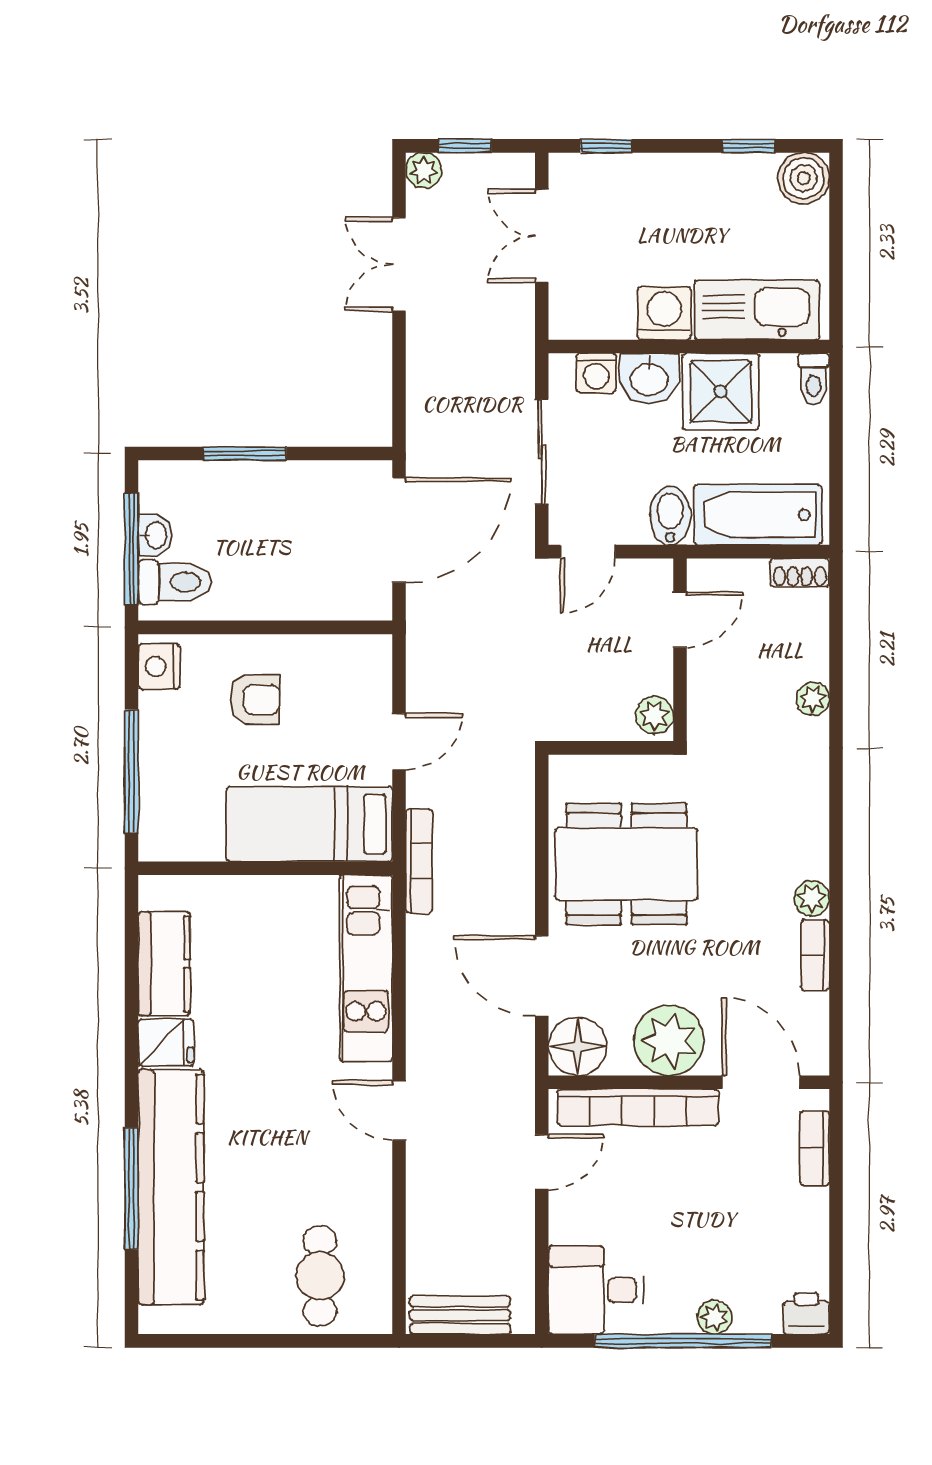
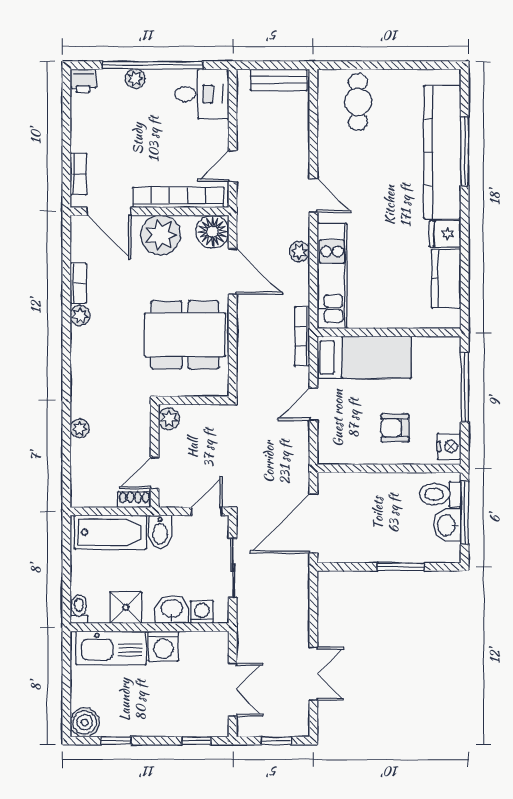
plant: (424, 170) -> (299, 252), moved
shower: (721, 392) -> (126, 608), width x0.73, depth x0.73
washbasin: (155, 535) -> (447, 525), width x1.38, depth x1.45
shoe rack: (800, 573) -> (134, 499), moved

